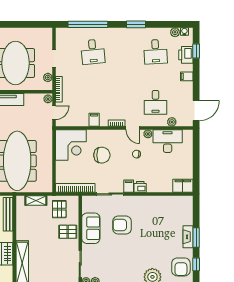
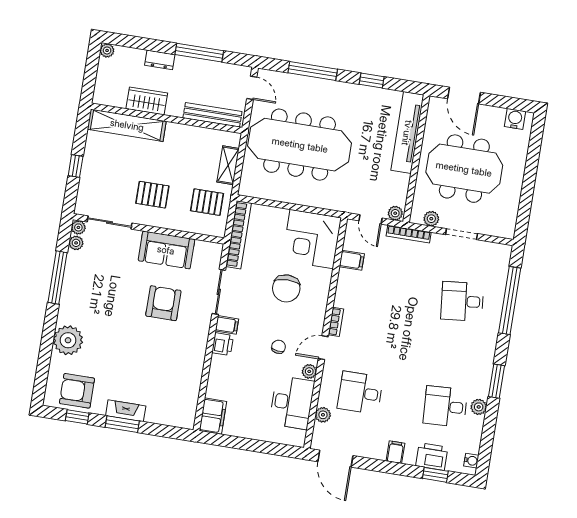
plant: (175, 32) -> (479, 407), moved
filing cabinet: (94, 120) -> (352, 260), moved
pallet: (68, 232) -> (152, 195), moved, turned 90

